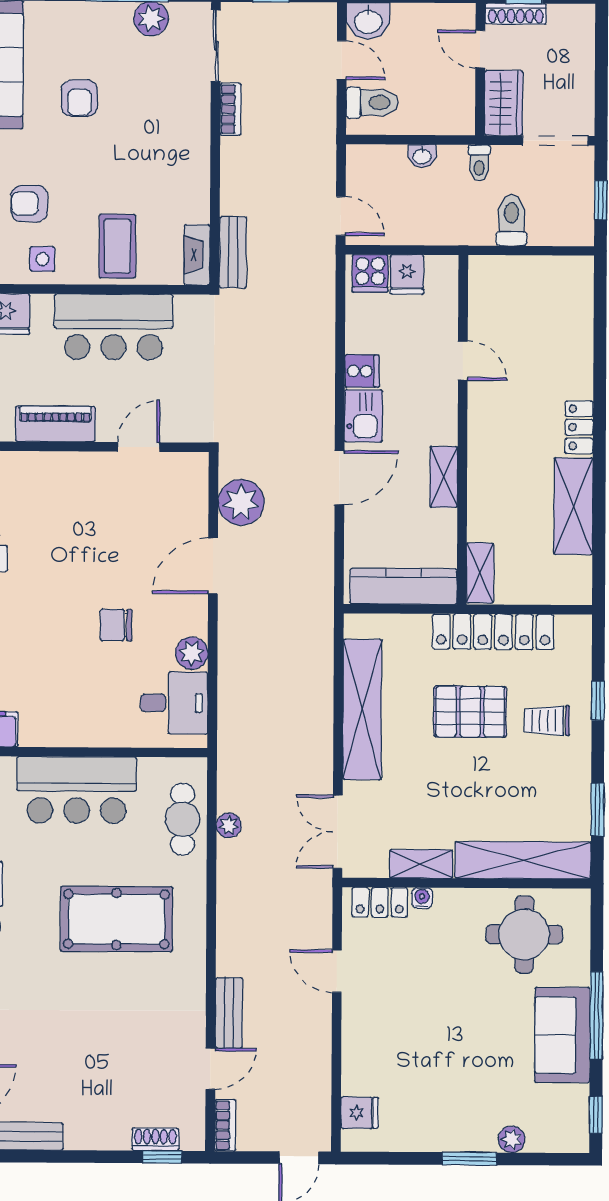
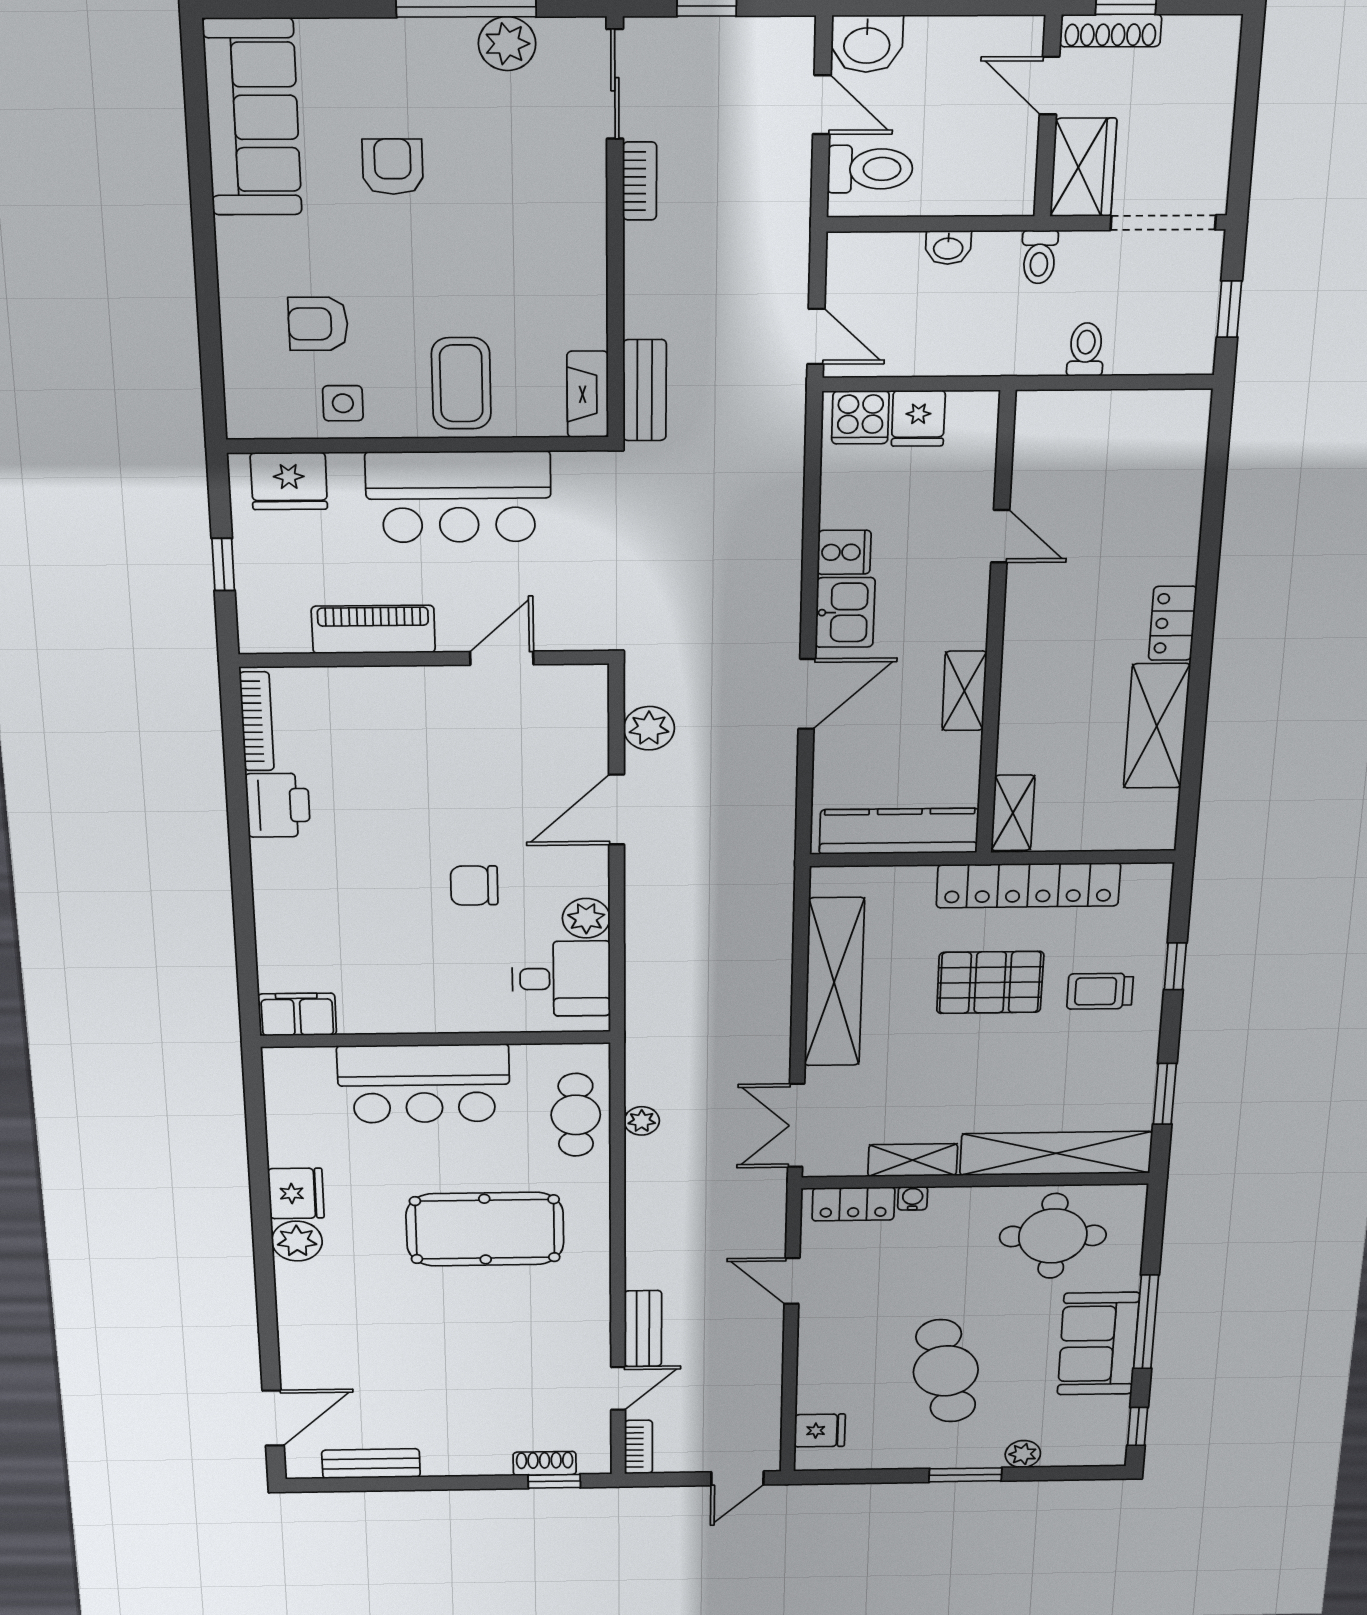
armchair: (79, 98) -> (393, 167), turned 180
toilet: (512, 220) -> (1086, 350), width x0.73, depth x0.72
plant: (241, 502) -> (649, 728), width x0.73, depth x0.73
cafe table: (451, 1058) -> (946, 1371), added

